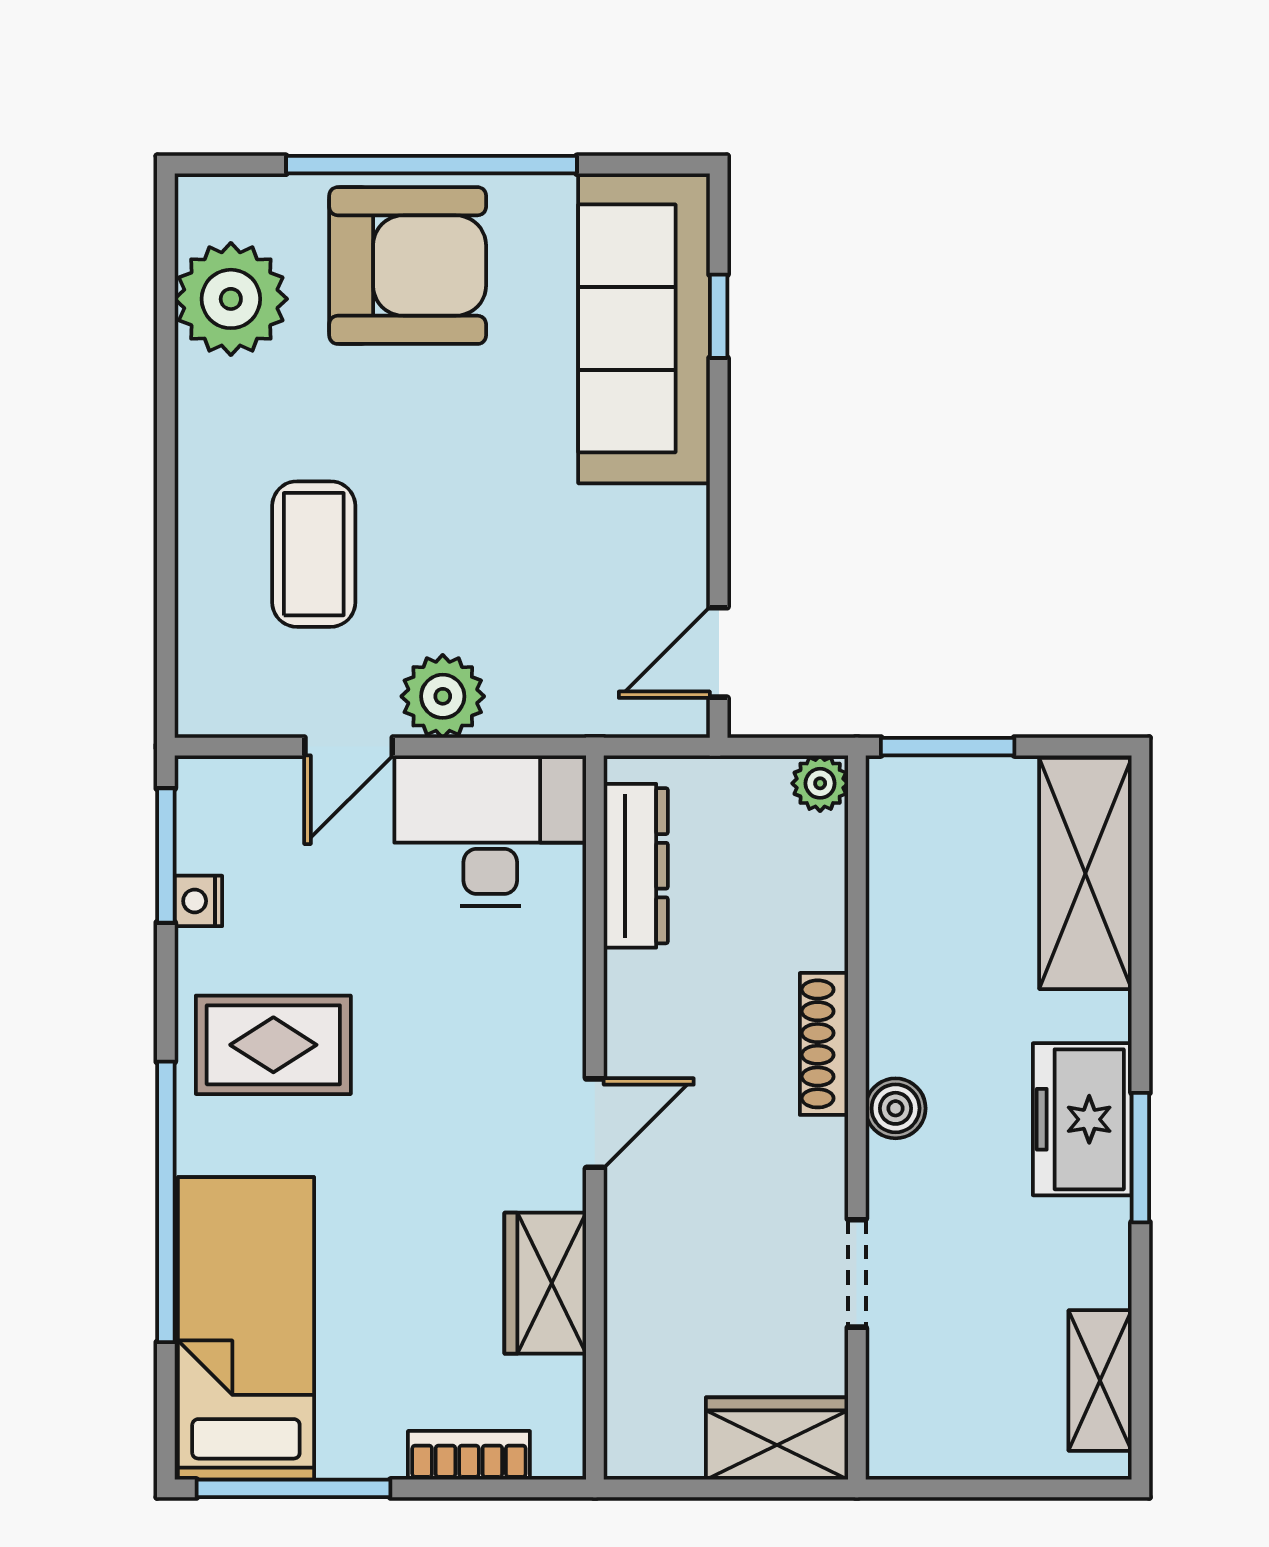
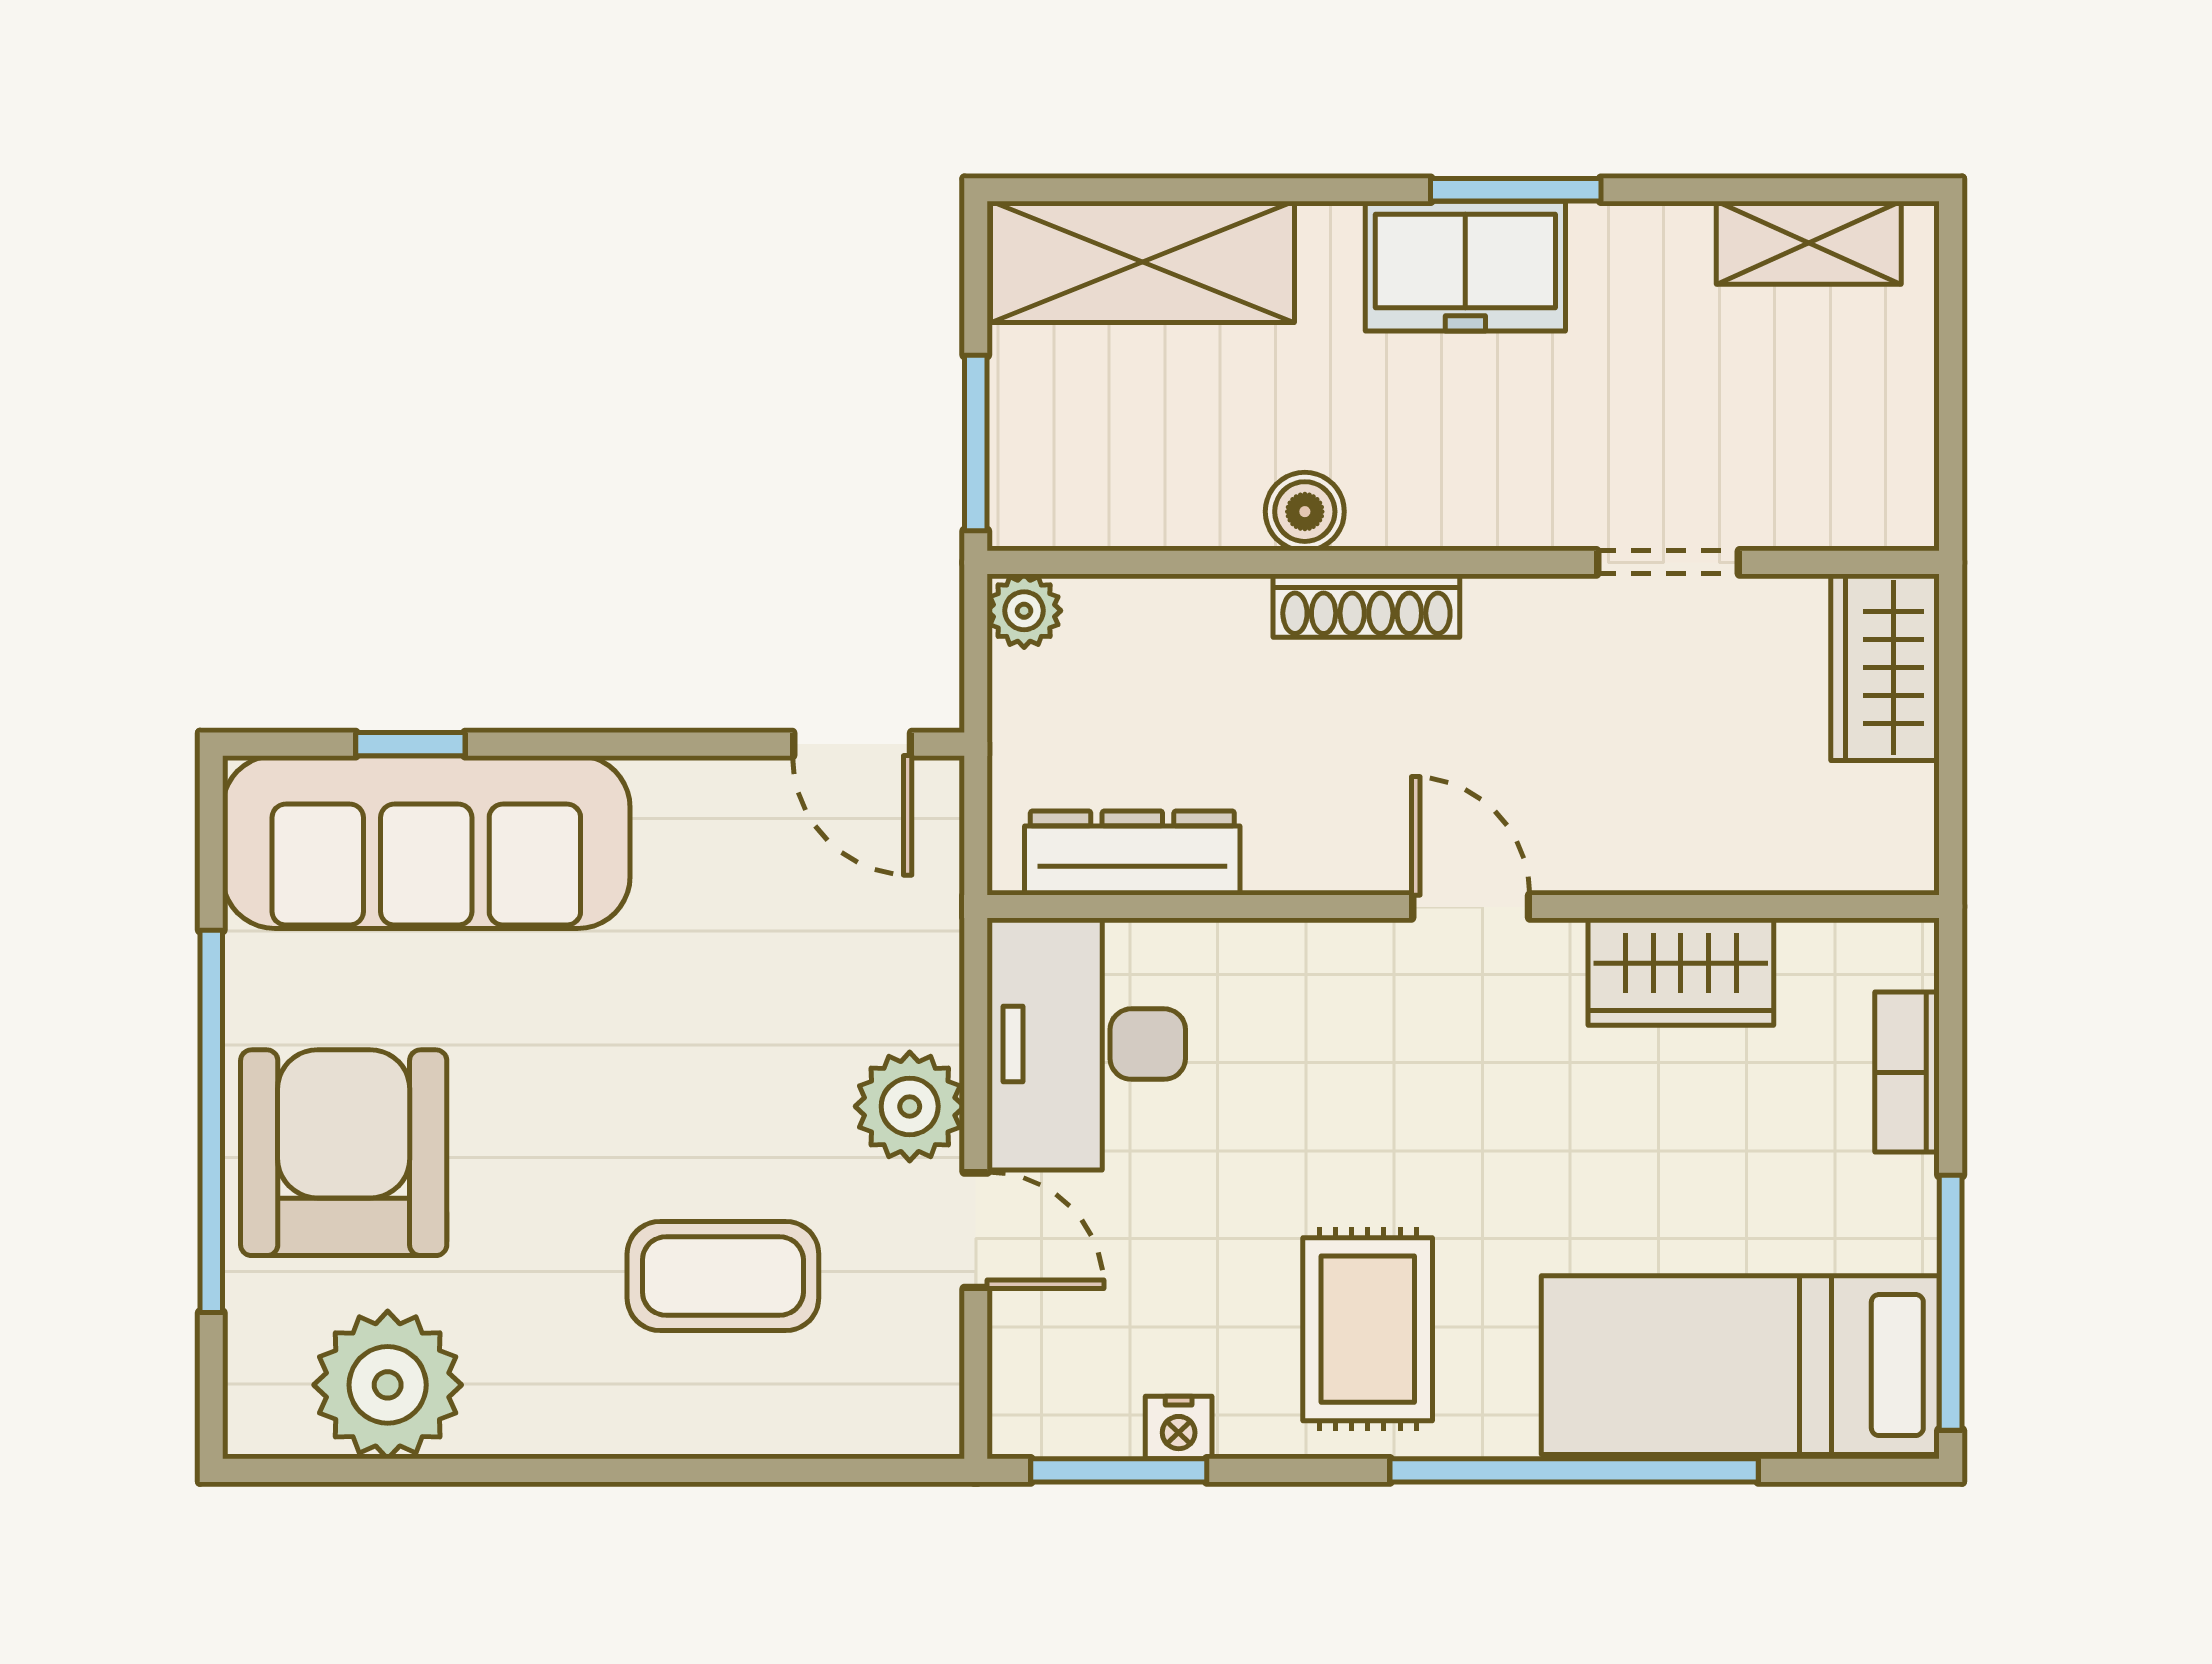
boiler: (896, 1108) -> (1305, 512), moved

